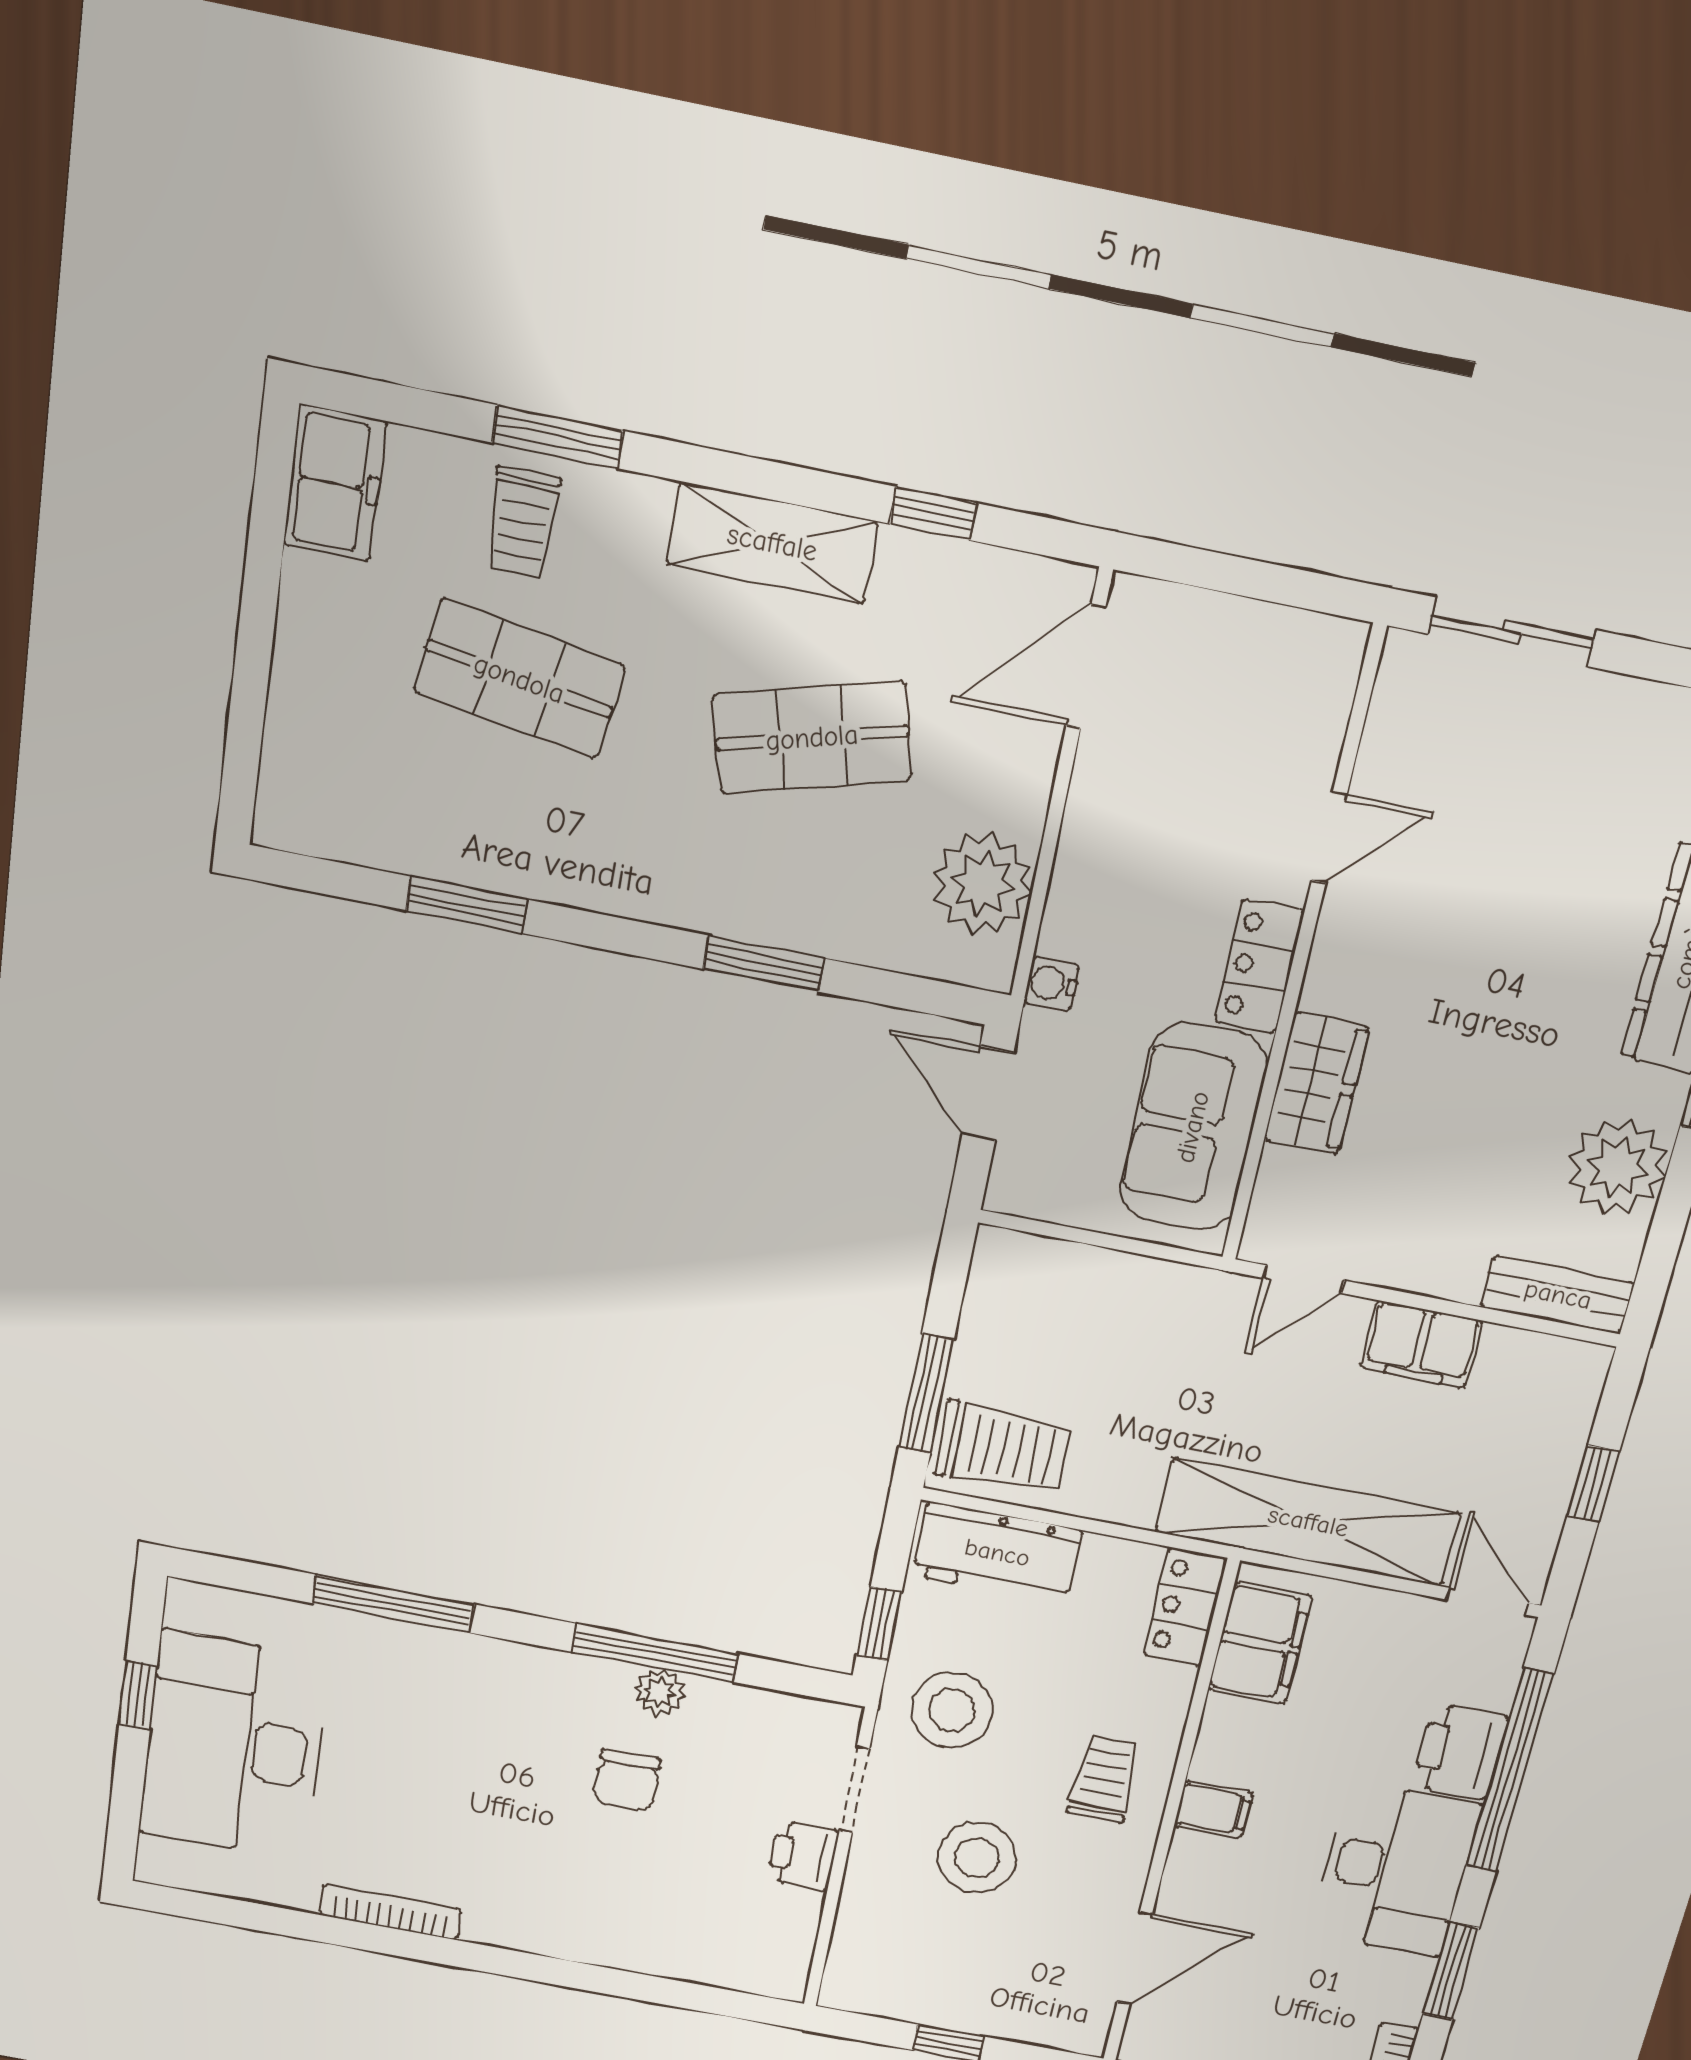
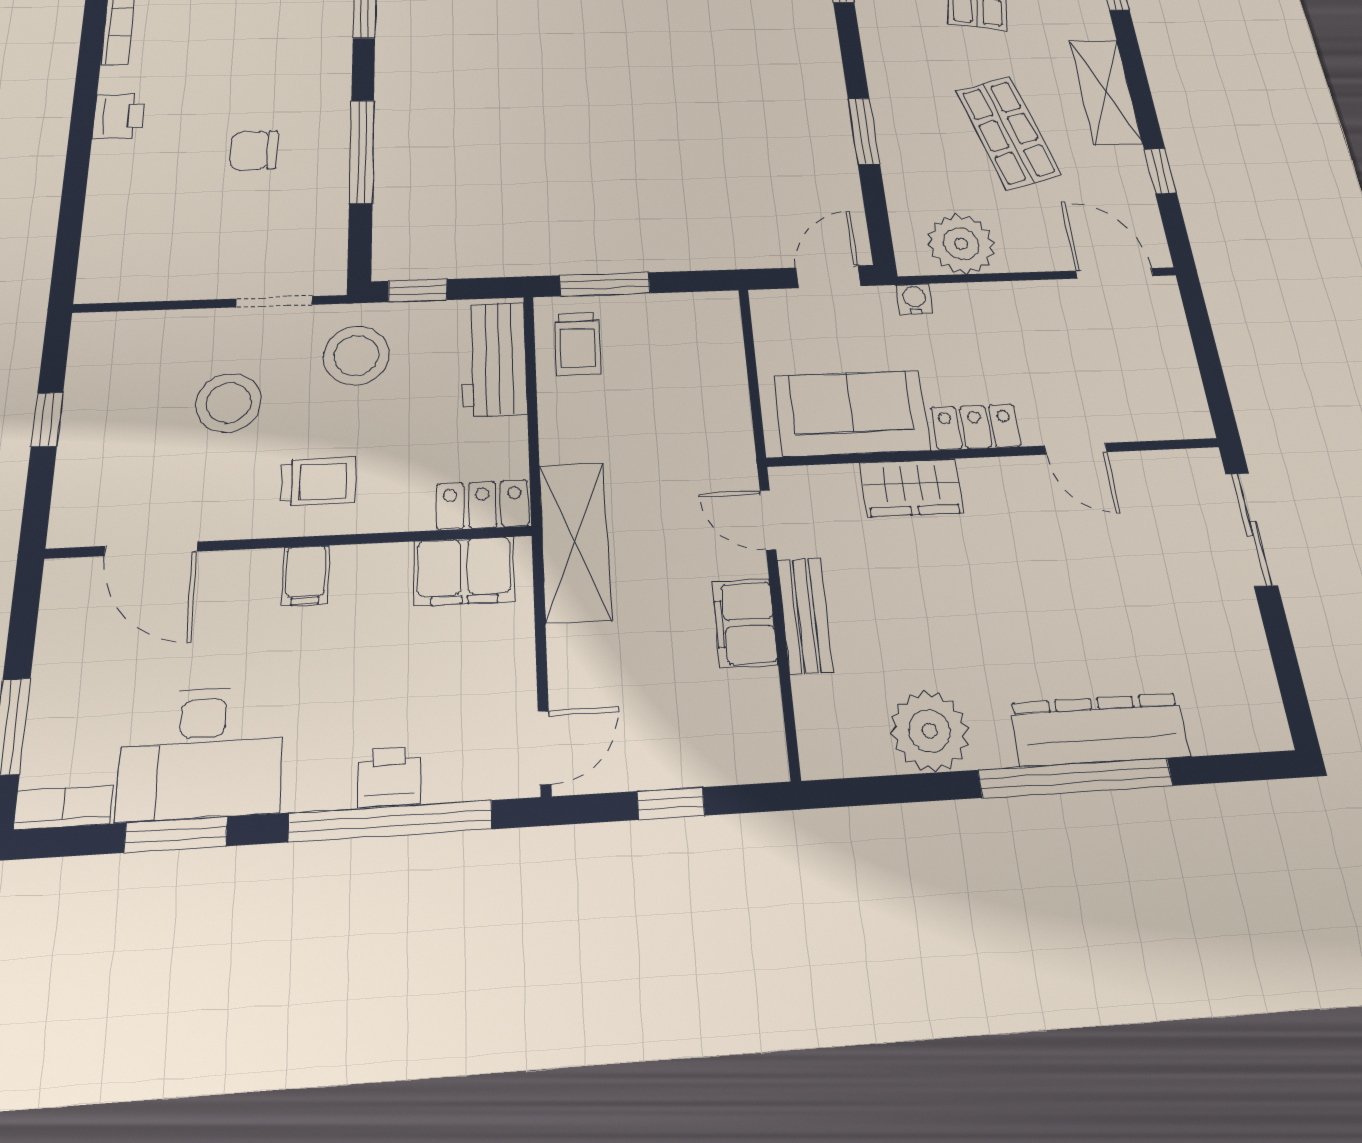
bench: (1558, 1295) -> (805, 615), moved
trolley: (1003, 1448) -> (578, 344), width x0.73, depth x0.72
shelving: (1308, 1522) -> (575, 542), width x0.68
plant: (660, 1692) -> (331, 159), removed
printer: (1460, 1751) -> (389, 777), width x0.73, depth x0.81
printer: (803, 1856) -> (119, 116), moved, turned 90
desk: (1395, 1869) -> (201, 753), moved

